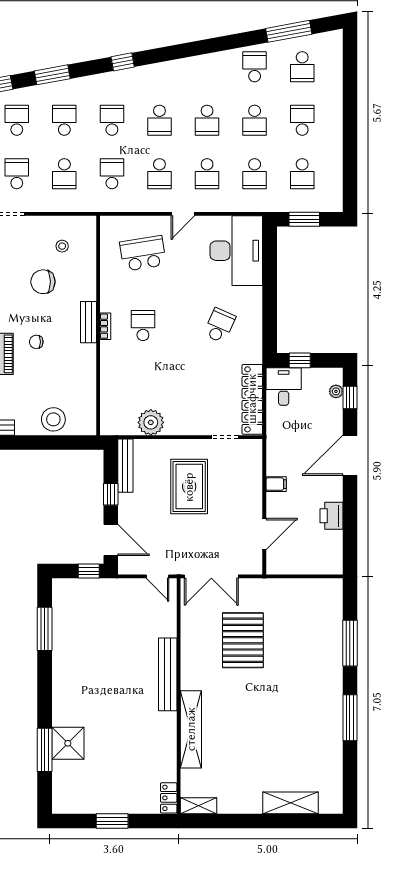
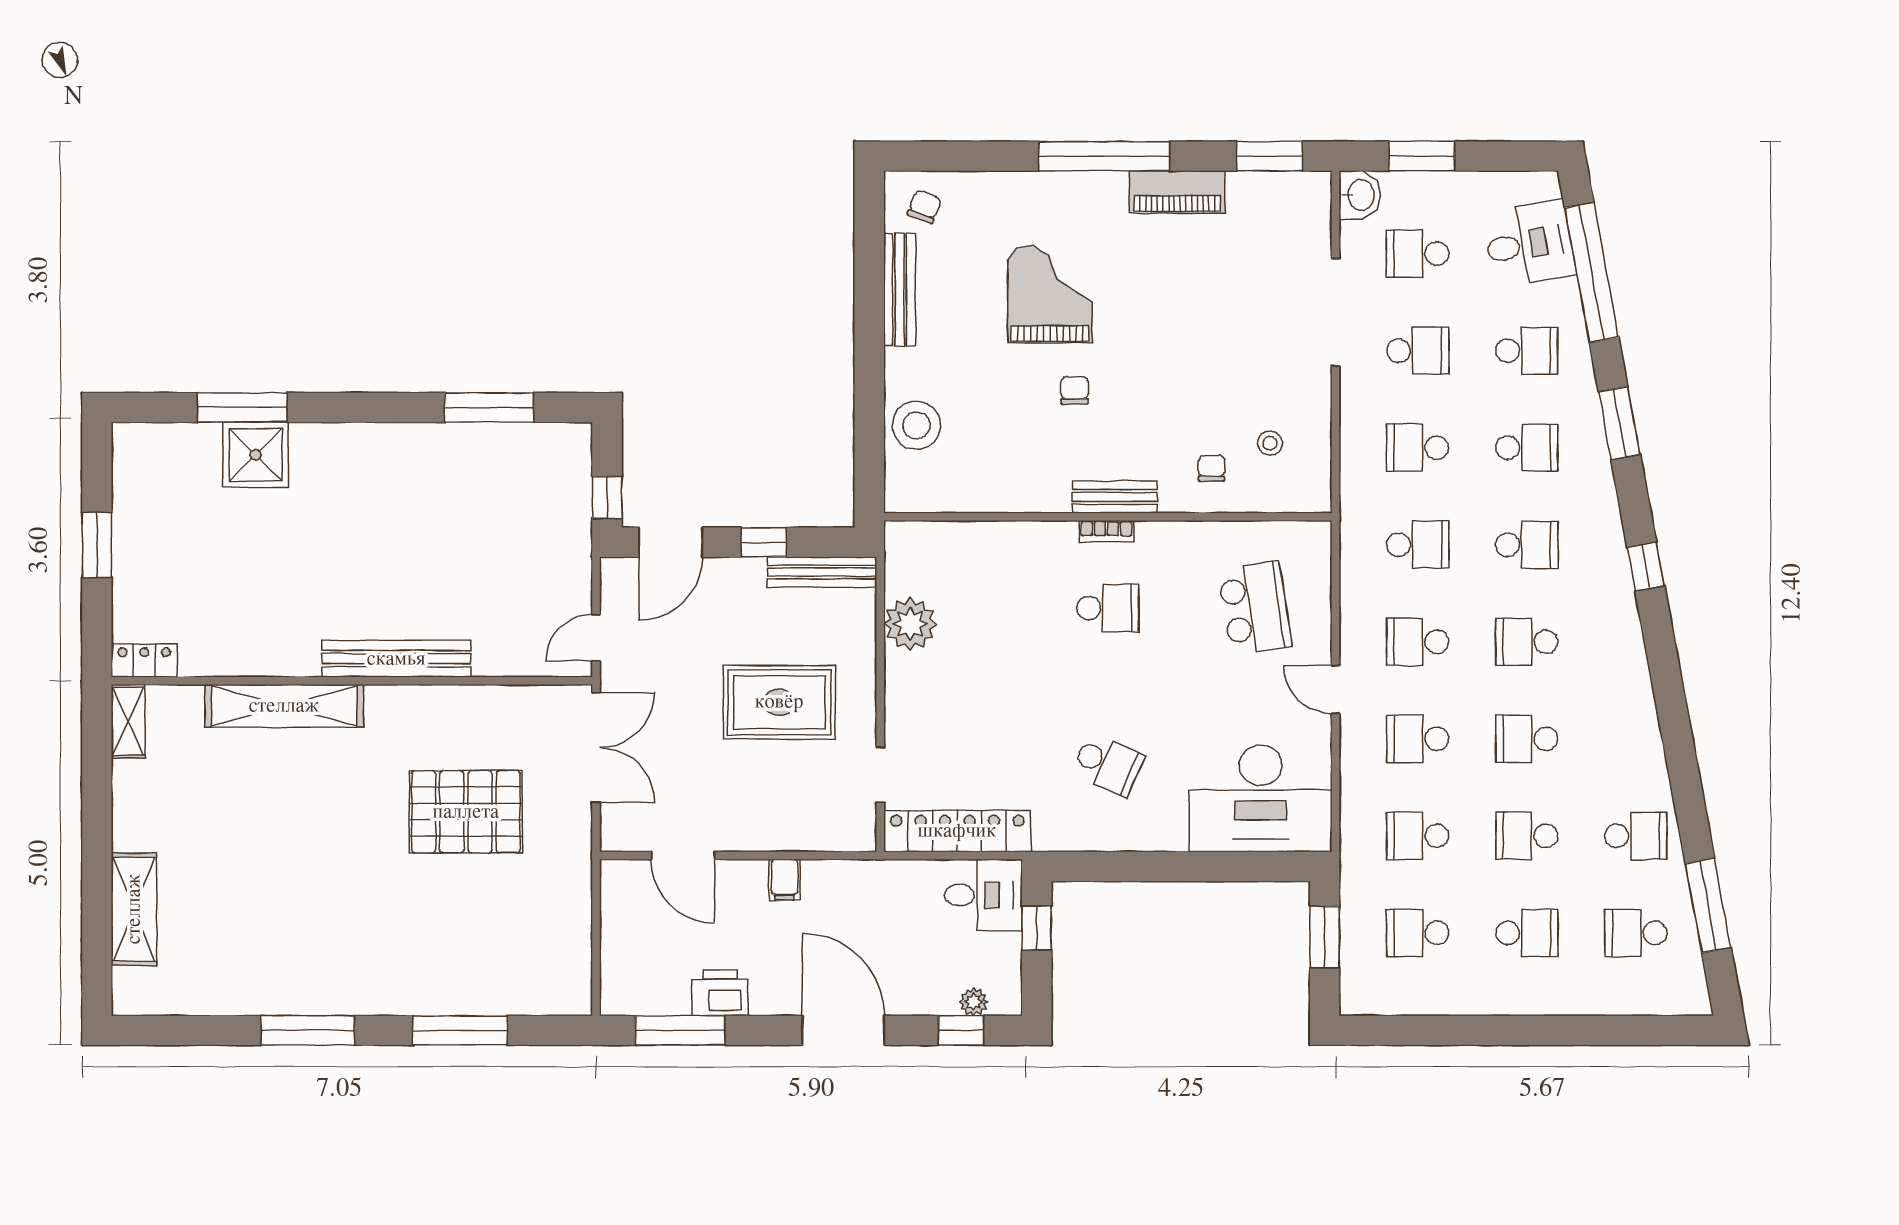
chair: (43, 282) -> (1212, 468), moved, width x0.54, depth x0.54
window: (350, 535) -> (680, 1030), added
double door: (211, 576) -> (596, 748), swing flipped

